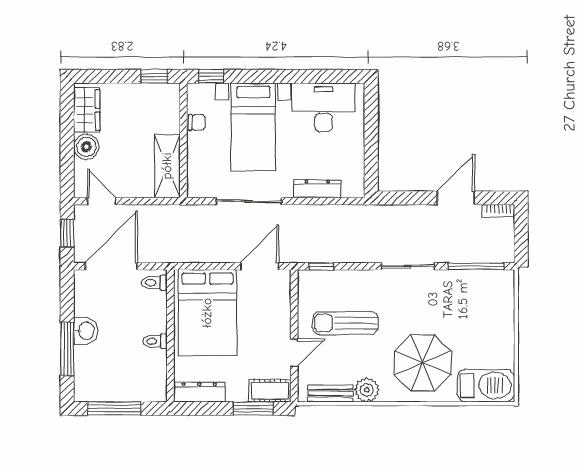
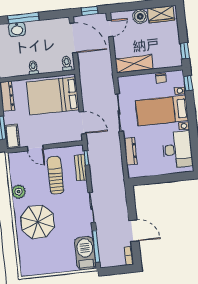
washbasin: (86, 331) -> (17, 29), moved
barbecue: (486, 385) -> (85, 253), moved, turned 180
bench: (330, 393) -> (81, 168), moved

